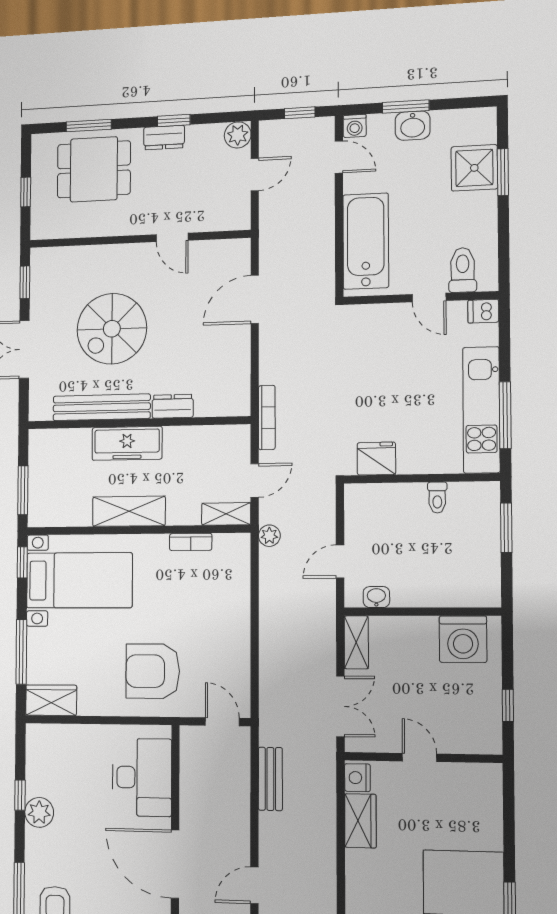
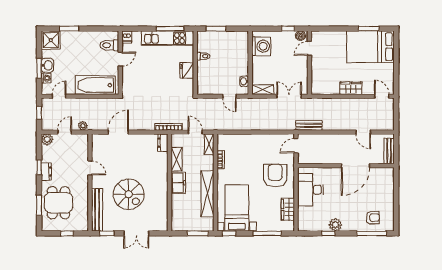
washing machine: (355, 126) -> (46, 78), moved
shower: (474, 168) -> (51, 40), moved
door: (255, 175) -> (65, 132), hinge flipped
door: (172, 237) -> (90, 168), hinge flipped
door: (255, 299) -> (118, 132), swing flipped
dresser: (173, 406) -> (163, 143), moved
bench: (102, 407) -> (97, 210), moved
shelving: (192, 438) -> (177, 159), added
freezer: (127, 443) -> (178, 183), width x0.71
fridge: (376, 459) -> (187, 71), moved
shelving: (129, 511) -> (207, 194), width x1.47
plant: (269, 536) -> (83, 126), moved
armchair: (153, 671) -> (275, 176), turned 180
wardrobe: (51, 700) -> (288, 209), moved
boiler: (490, 736) -> (300, 36), added
door: (419, 758) -> (309, 48), moved
desk: (142, 777) -> (310, 190), moved, turned -90
nightstand: (357, 778) -> (318, 89), removed
bench: (270, 779) -> (309, 125), moved
wardrobe: (360, 821) -> (351, 88), moved

